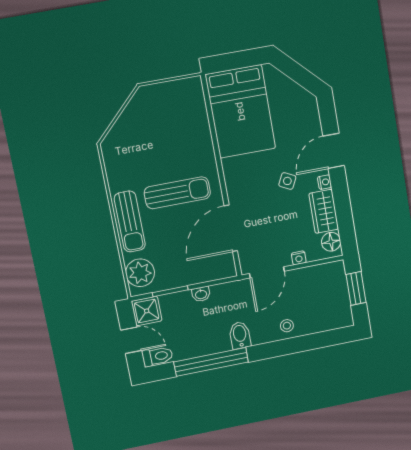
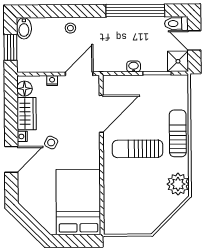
plant: (140, 273) -> (178, 184), moved
bidet: (240, 335) -> (24, 28), moved

